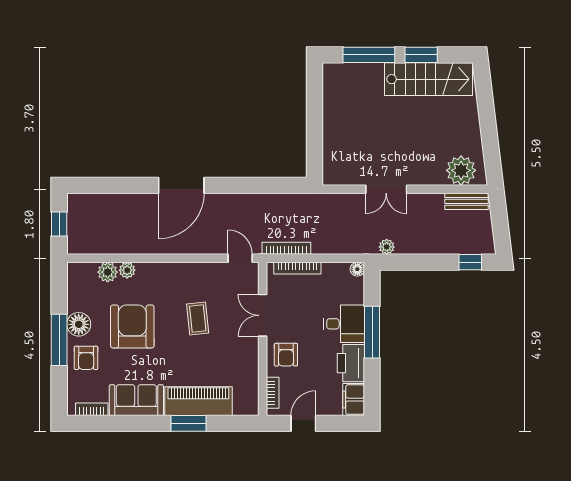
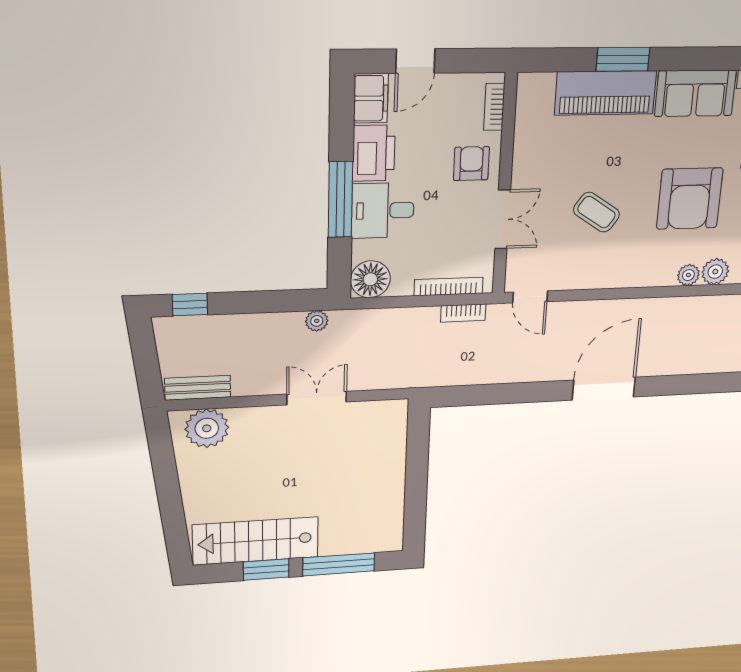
bookcase: (286, 248) -> (463, 313), width x0.64
floor lamp: (357, 269) -> (370, 279), width x1.89, depth x1.89
coffee table: (198, 319) -> (596, 212), turned -50
door: (303, 423) -> (415, 61), moved

